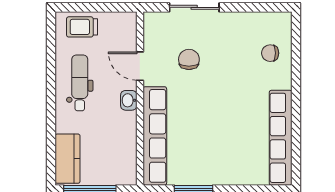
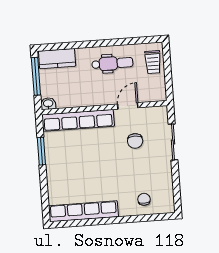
trolley: (82, 27) -> (153, 62), turned 180
chair: (189, 59) -> (135, 141), turned 90
washbasin: (129, 100) -> (48, 104), moved

